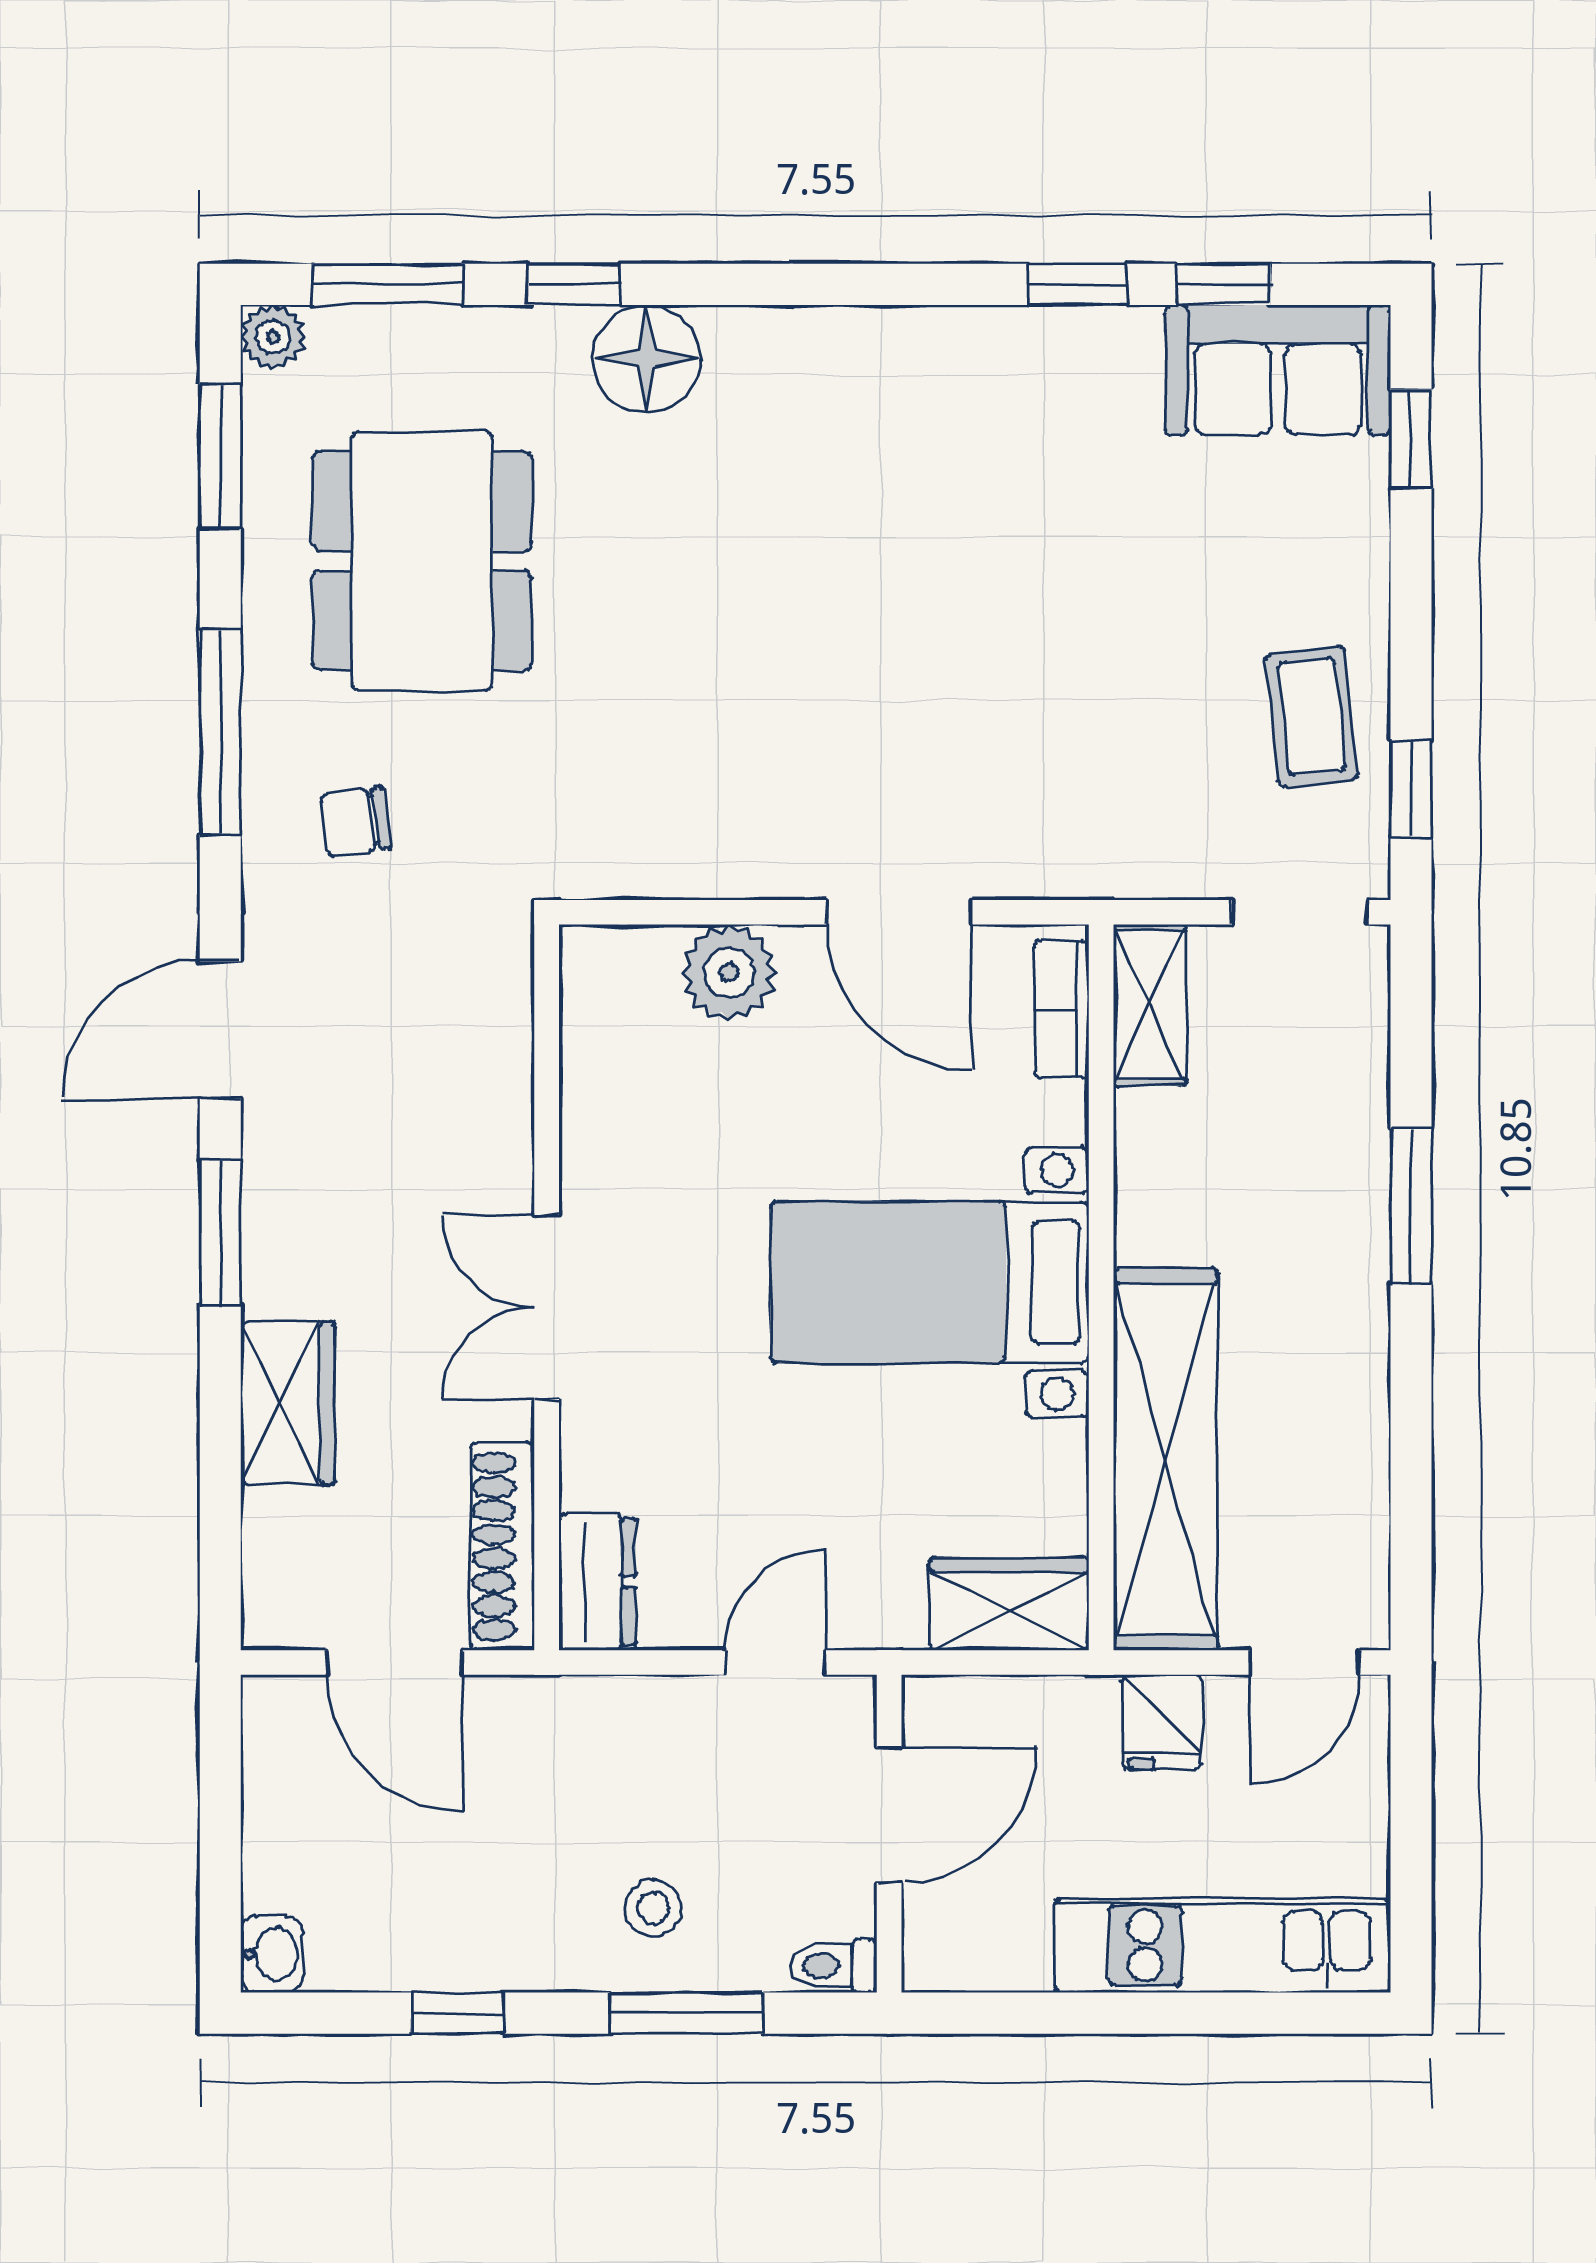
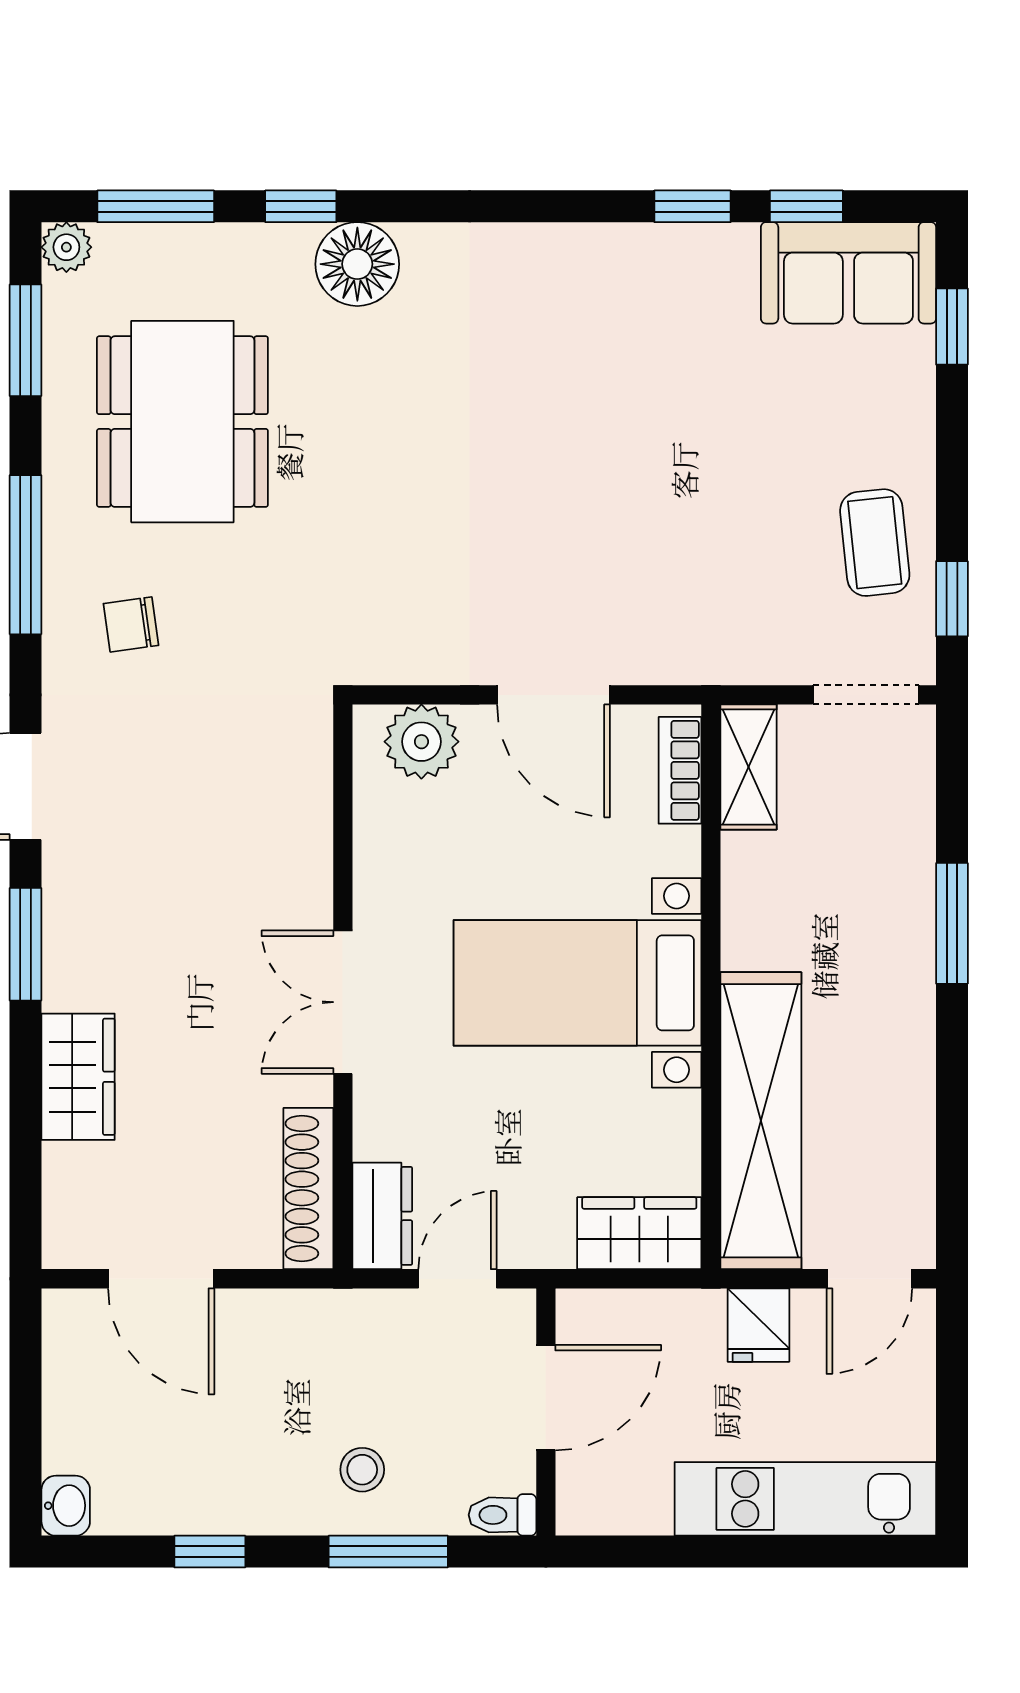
wall: (547, 1287) -> (343, 987), moved
double door: (547, 1307) -> (343, 1002), moved
shoe rack: (502, 1547) -> (308, 1188), moved
dresser: (597, 1582) -> (382, 1216), moved

